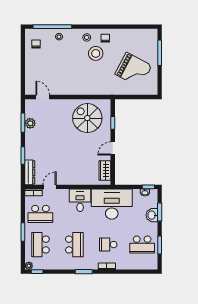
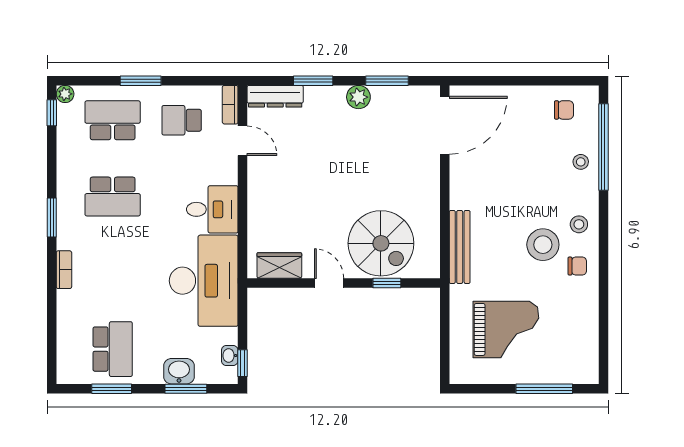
grand piano: (133, 70) -> (506, 329), turned -118
bench: (97, 90) -> (460, 247), added
door: (43, 97) -> (445, 125), width x1.87
spiral stairs: (87, 118) -> (381, 243), moved, turned 90
plant: (30, 123) -> (358, 97), moved
school desk: (40, 214) -> (182, 120), width x0.54
school desk: (108, 245) -> (113, 273), removed
school desk: (142, 245) -> (113, 349), turned 180

